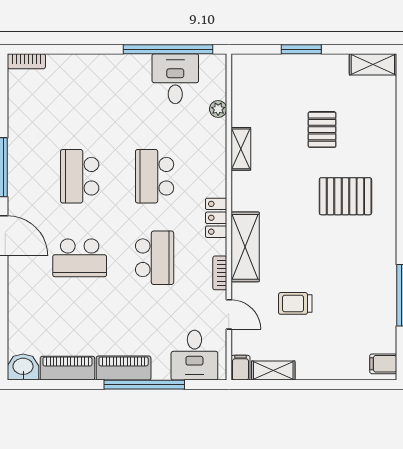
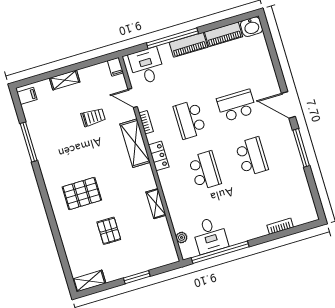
bookcase: (26, 61) -> (280, 226), moved
plant: (218, 109) -> (182, 237), moved
shelving: (273, 371) -> (65, 80), moved

